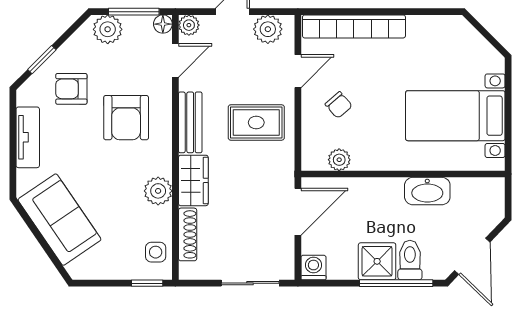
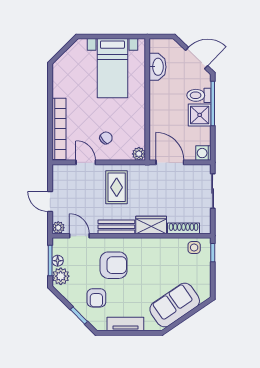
floor lamp: (163, 24) -> (58, 261), moved
plant: (268, 29) -> (61, 180), removed
plant: (339, 160) -> (139, 154), moved
plant: (158, 191) -> (157, 246), removed
washbasin: (427, 191) -> (158, 67), moved

